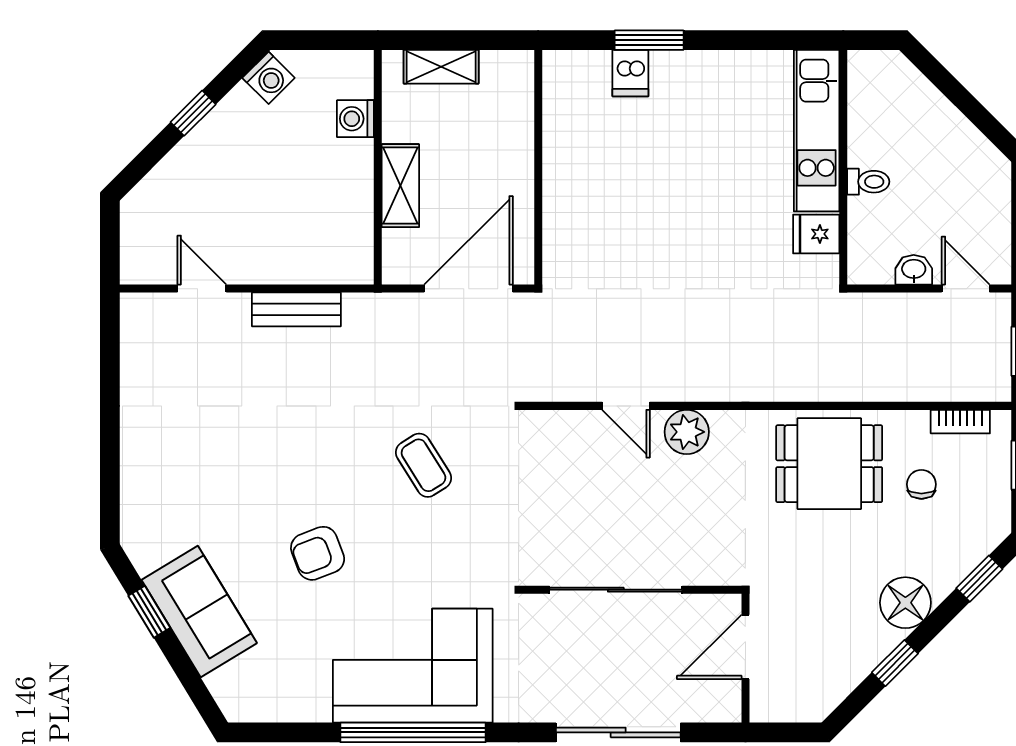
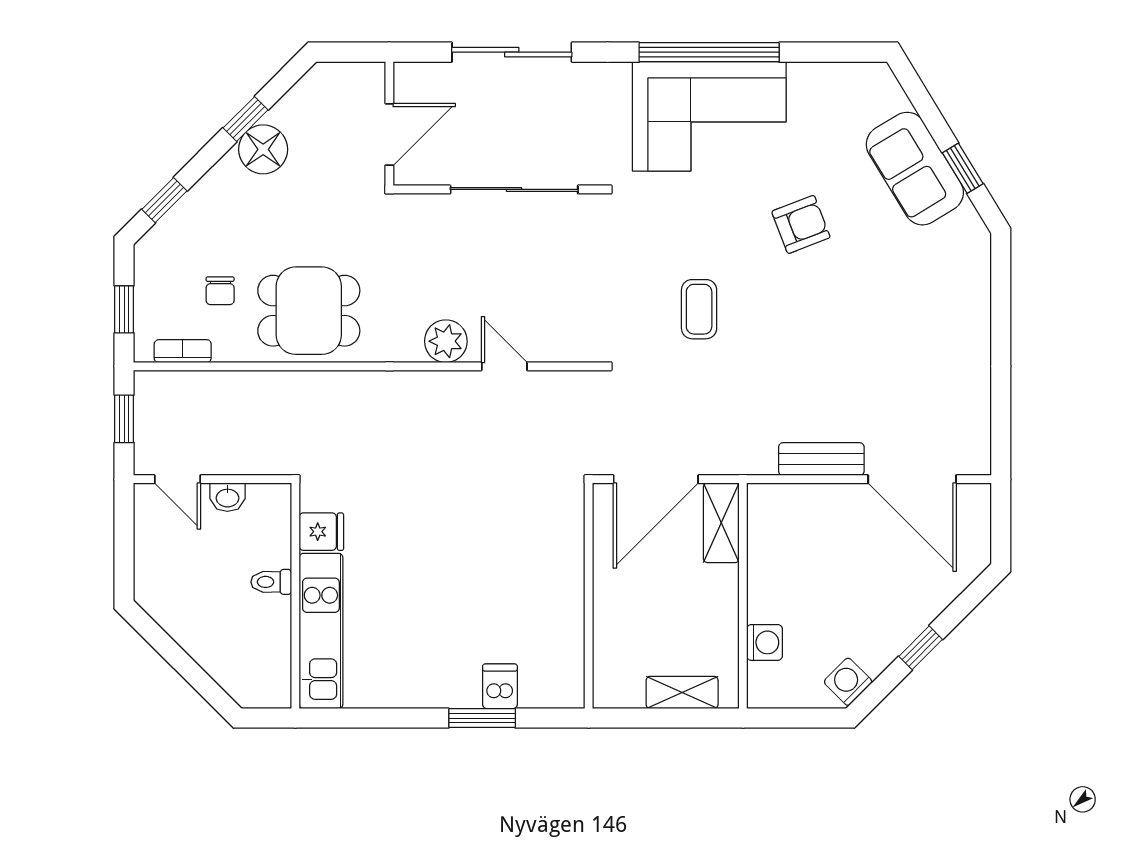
shelving: (400, 186) -> (721, 523), moved
door: (202, 289) -> (912, 479), width x1.88
coffee table: (423, 465) -> (699, 309), turned 32
floor lamp: (905, 603) -> (263, 149), moved

